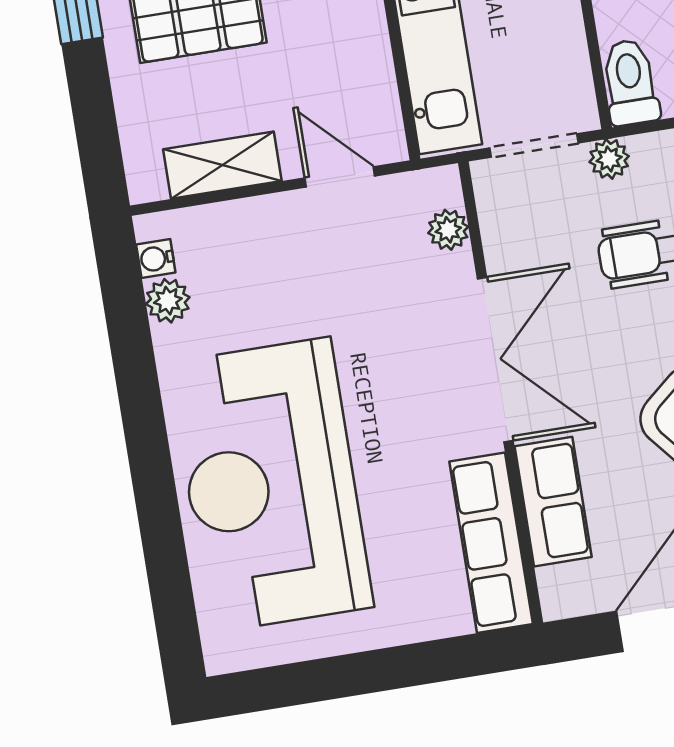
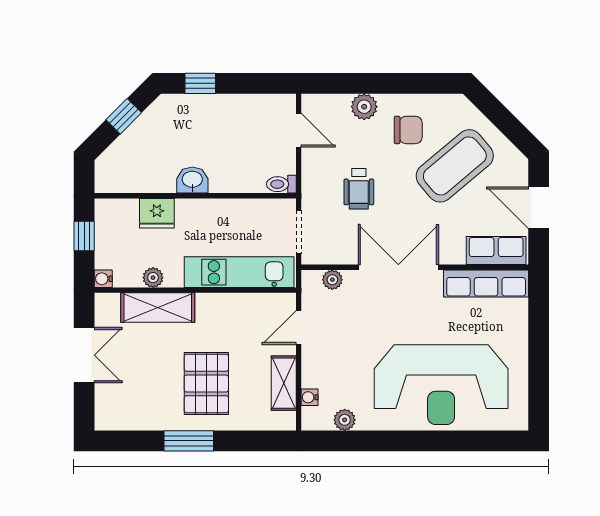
toilet: (630, 82) -> (281, 184), width x0.73, depth x0.72
plant: (609, 159) -> (311, 197), removed
water cooler: (156, 259) -> (309, 397), moved, turned 90
row of seats: (553, 502) -> (496, 250), moved

